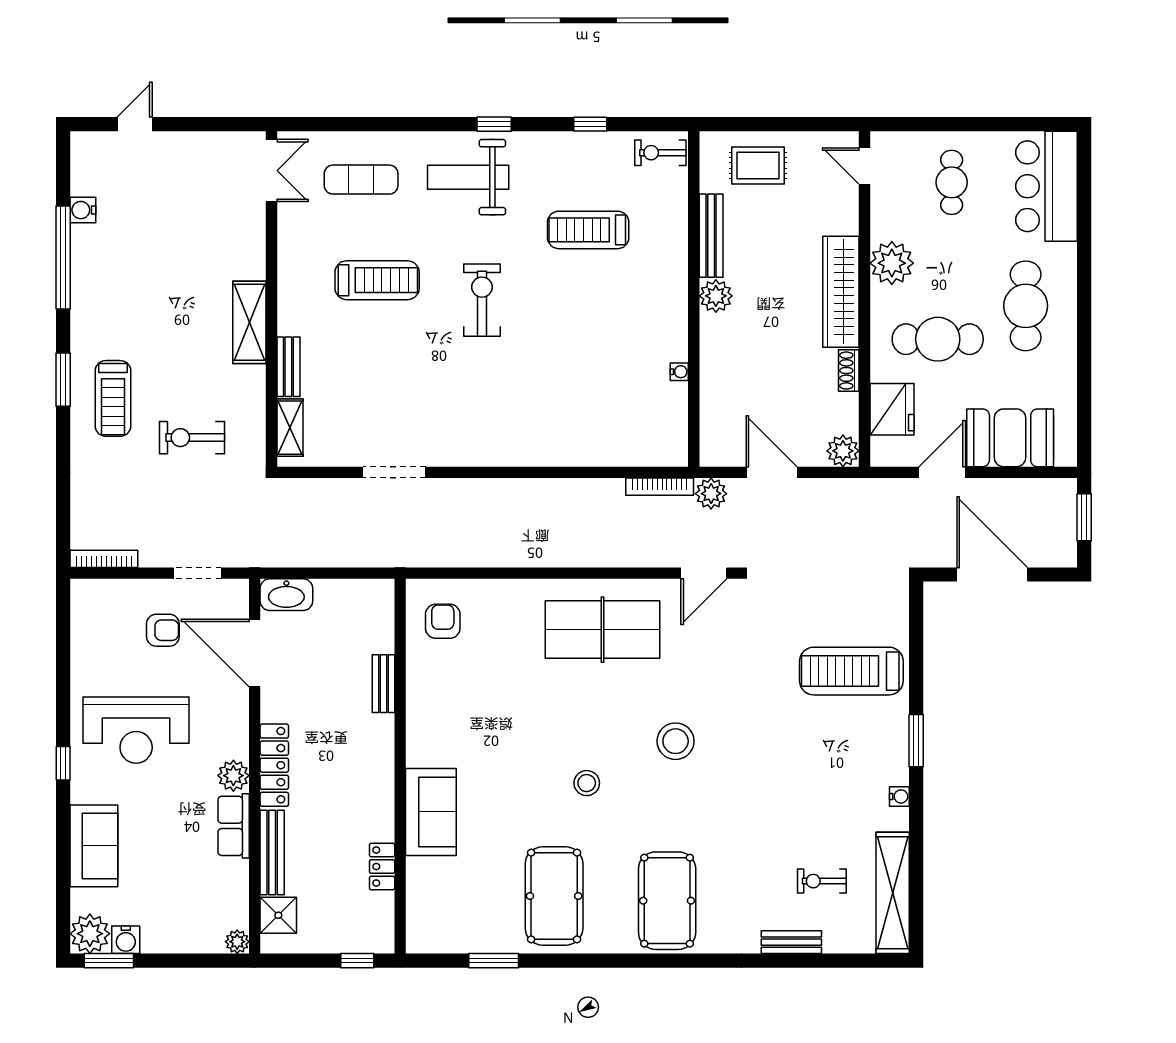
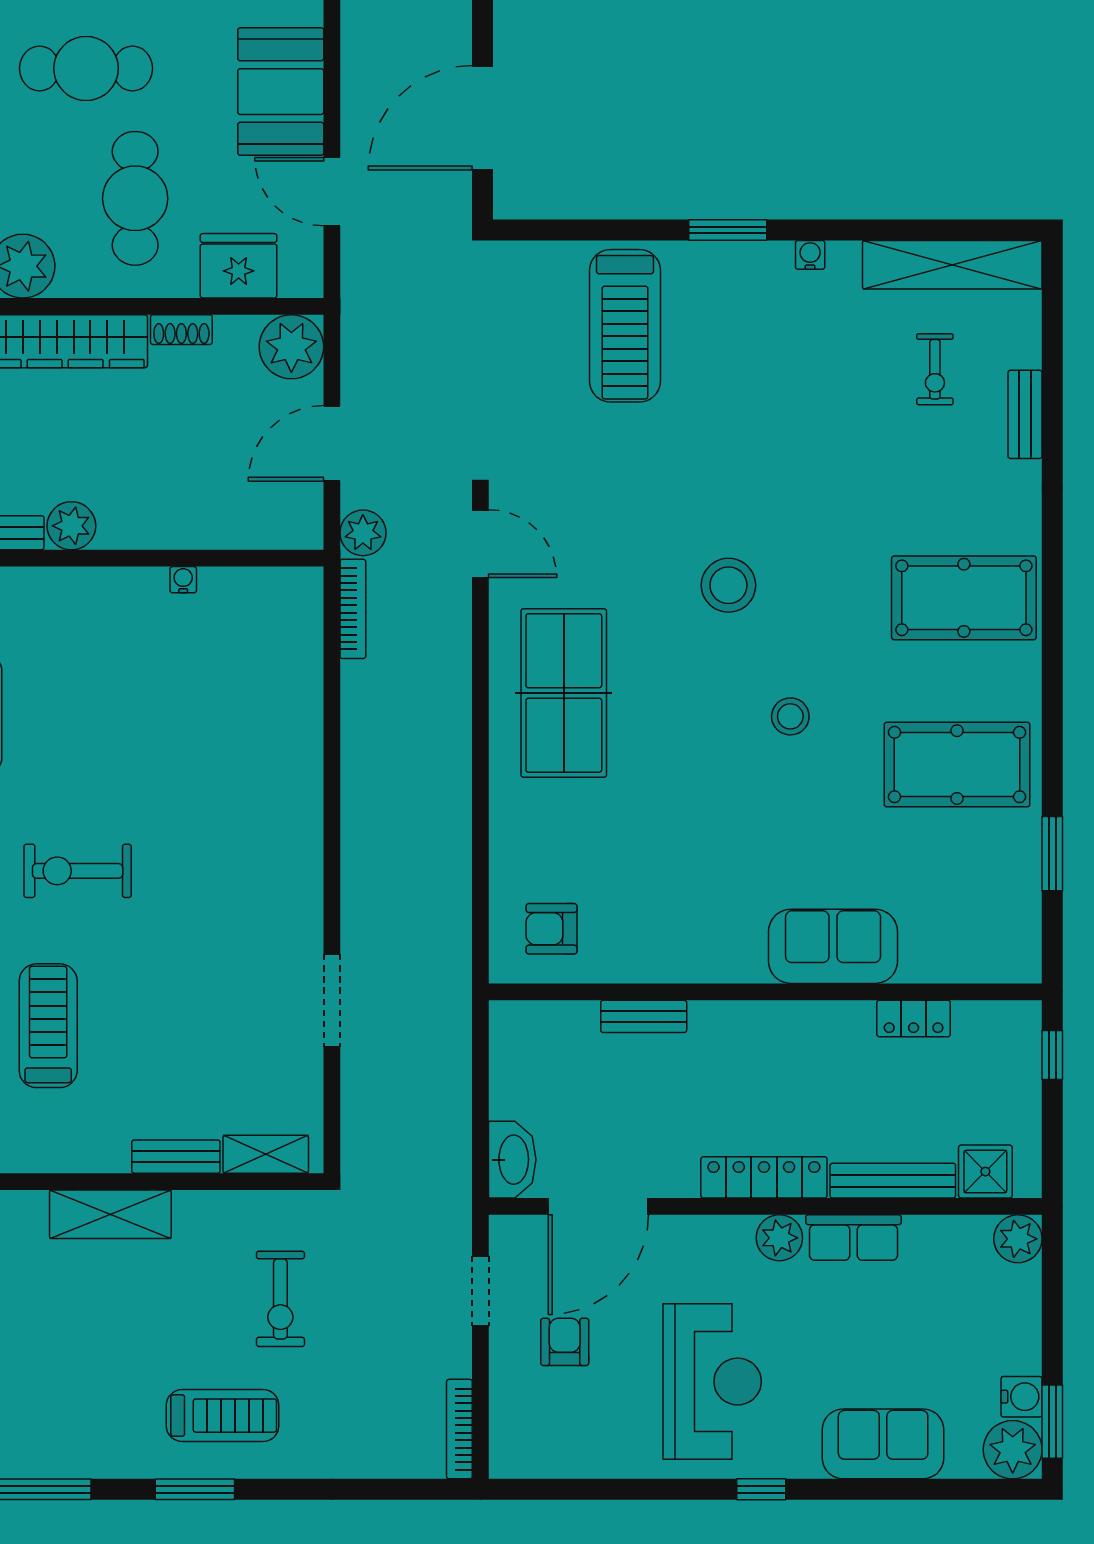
plant: (843, 451) -> (291, 347), width x1.36, depth x1.36
plant: (237, 942) -> (1018, 1239), width x1.38, depth x1.38

